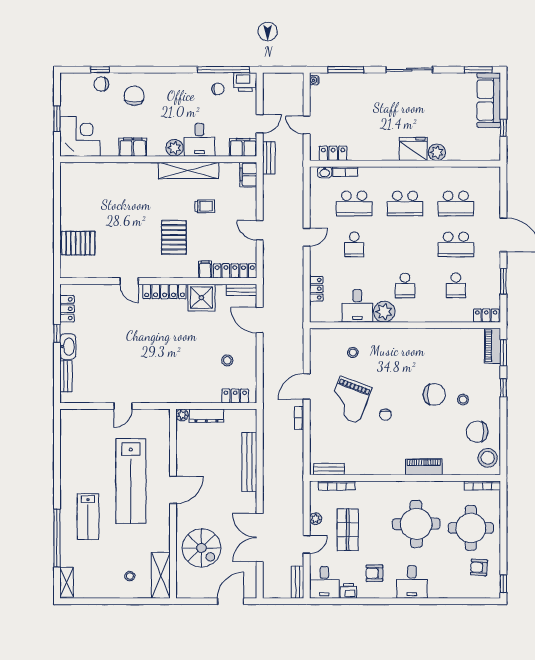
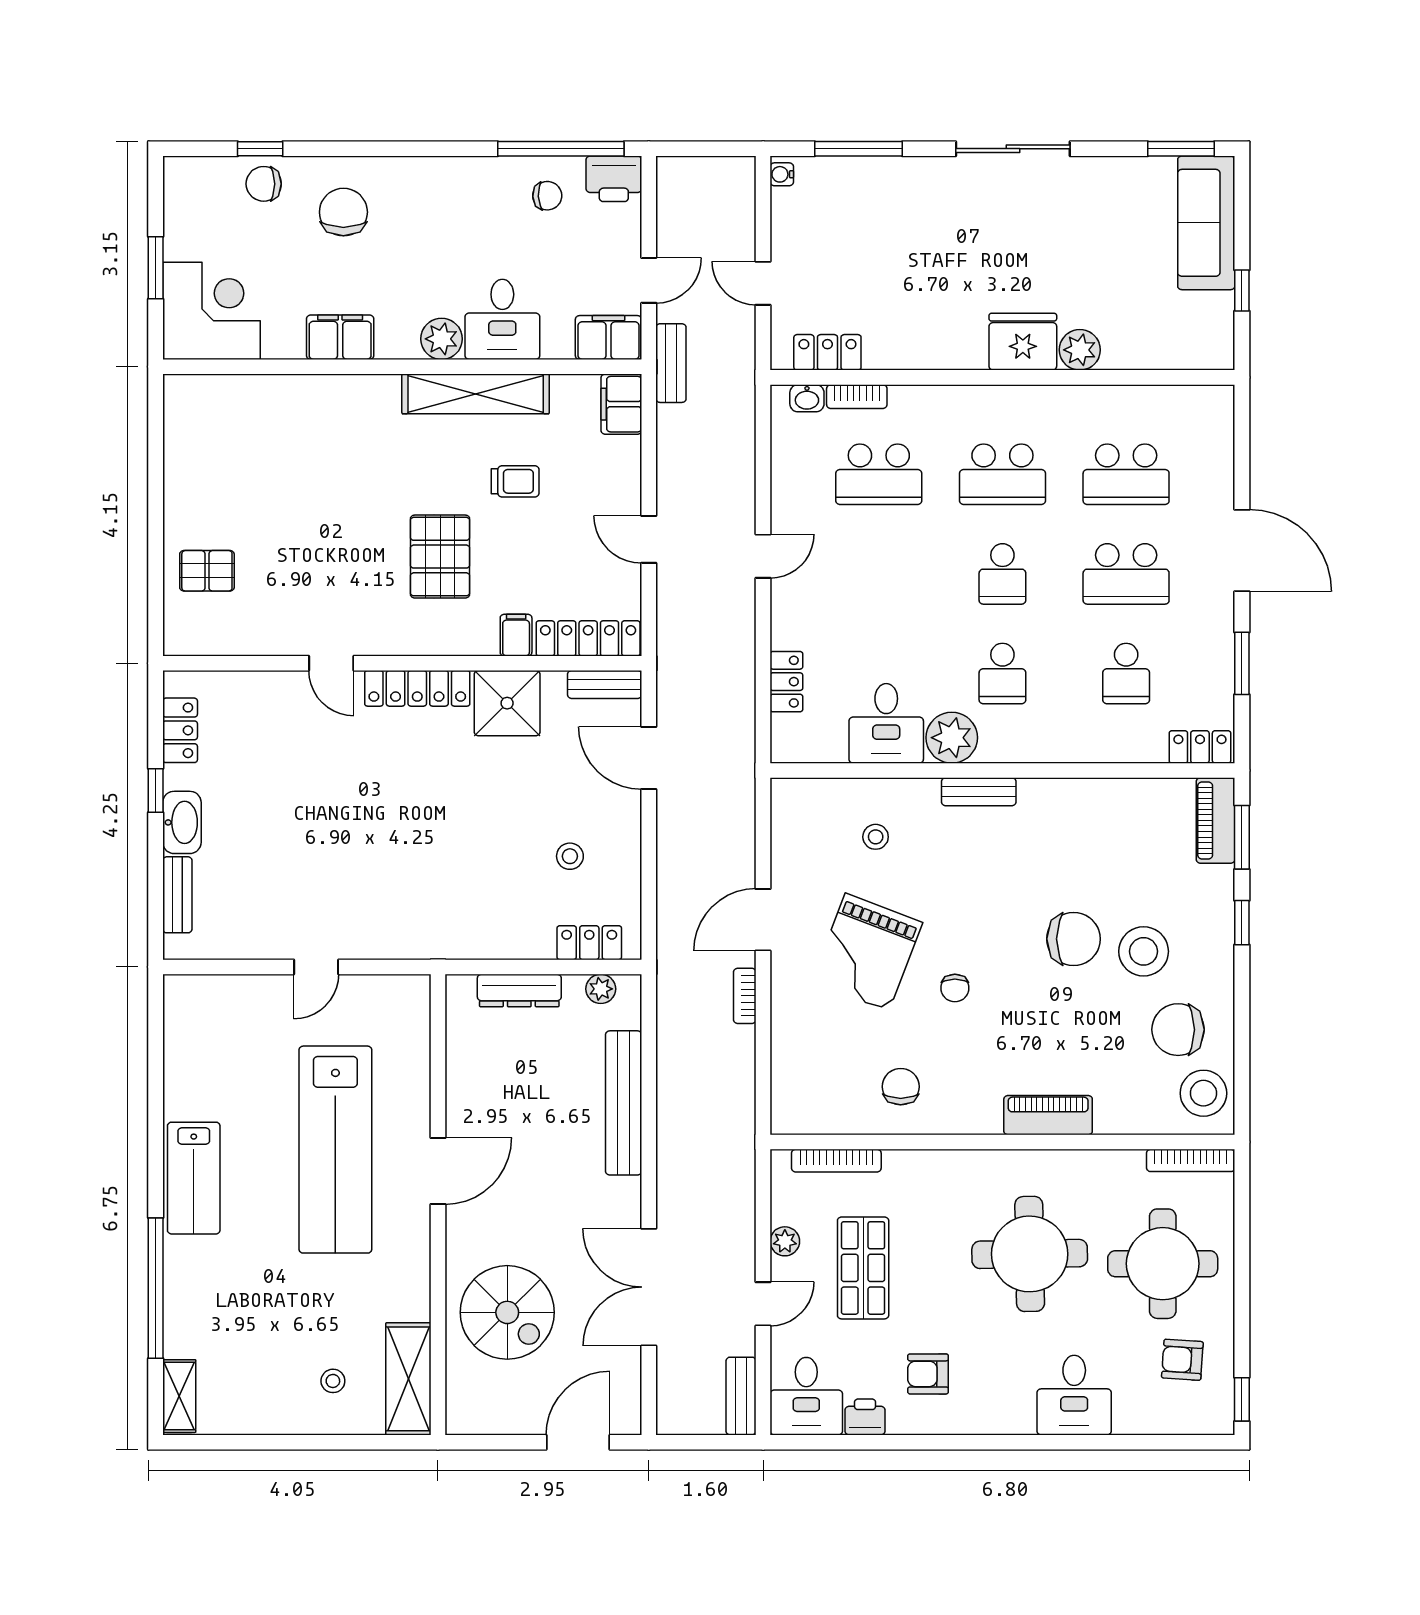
pallet: (78, 243) -> (207, 571), width x0.67, depth x0.71
school desk: (354, 244) -> (1002, 574), moved
stool: (463, 400) -> (1144, 951), width x1.89, depth x1.89
plant: (182, 415) -> (601, 989), moved
chair: (363, 455) -> (901, 1087), added
bench: (329, 469) -> (979, 792), moved
lab bench: (88, 517) -> (194, 1178), moved
desk: (412, 582) -> (1074, 1395), moved

